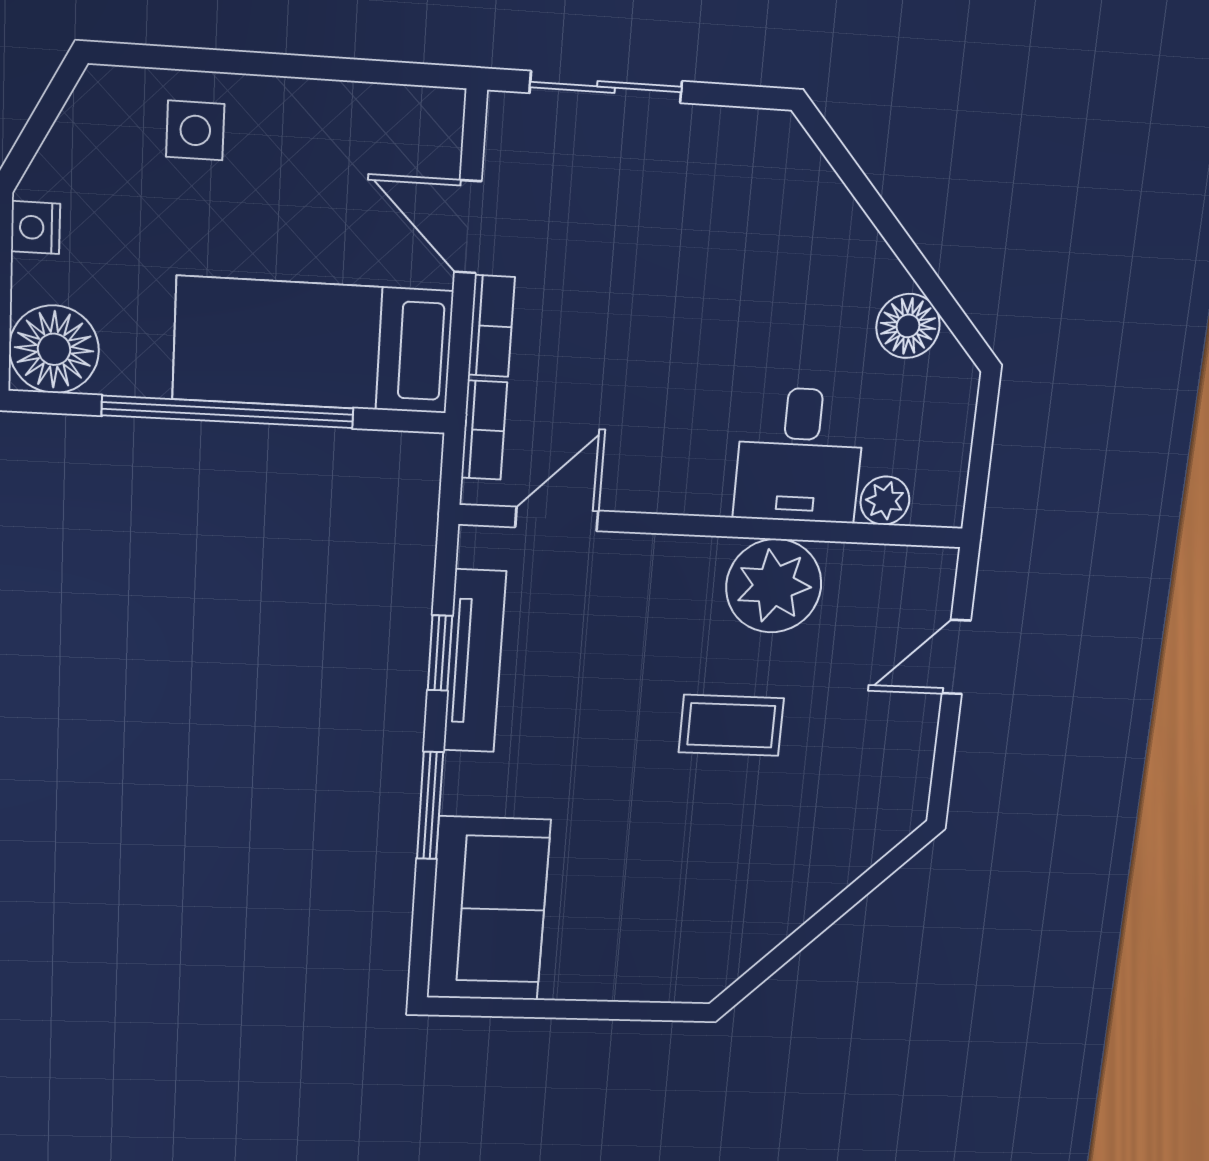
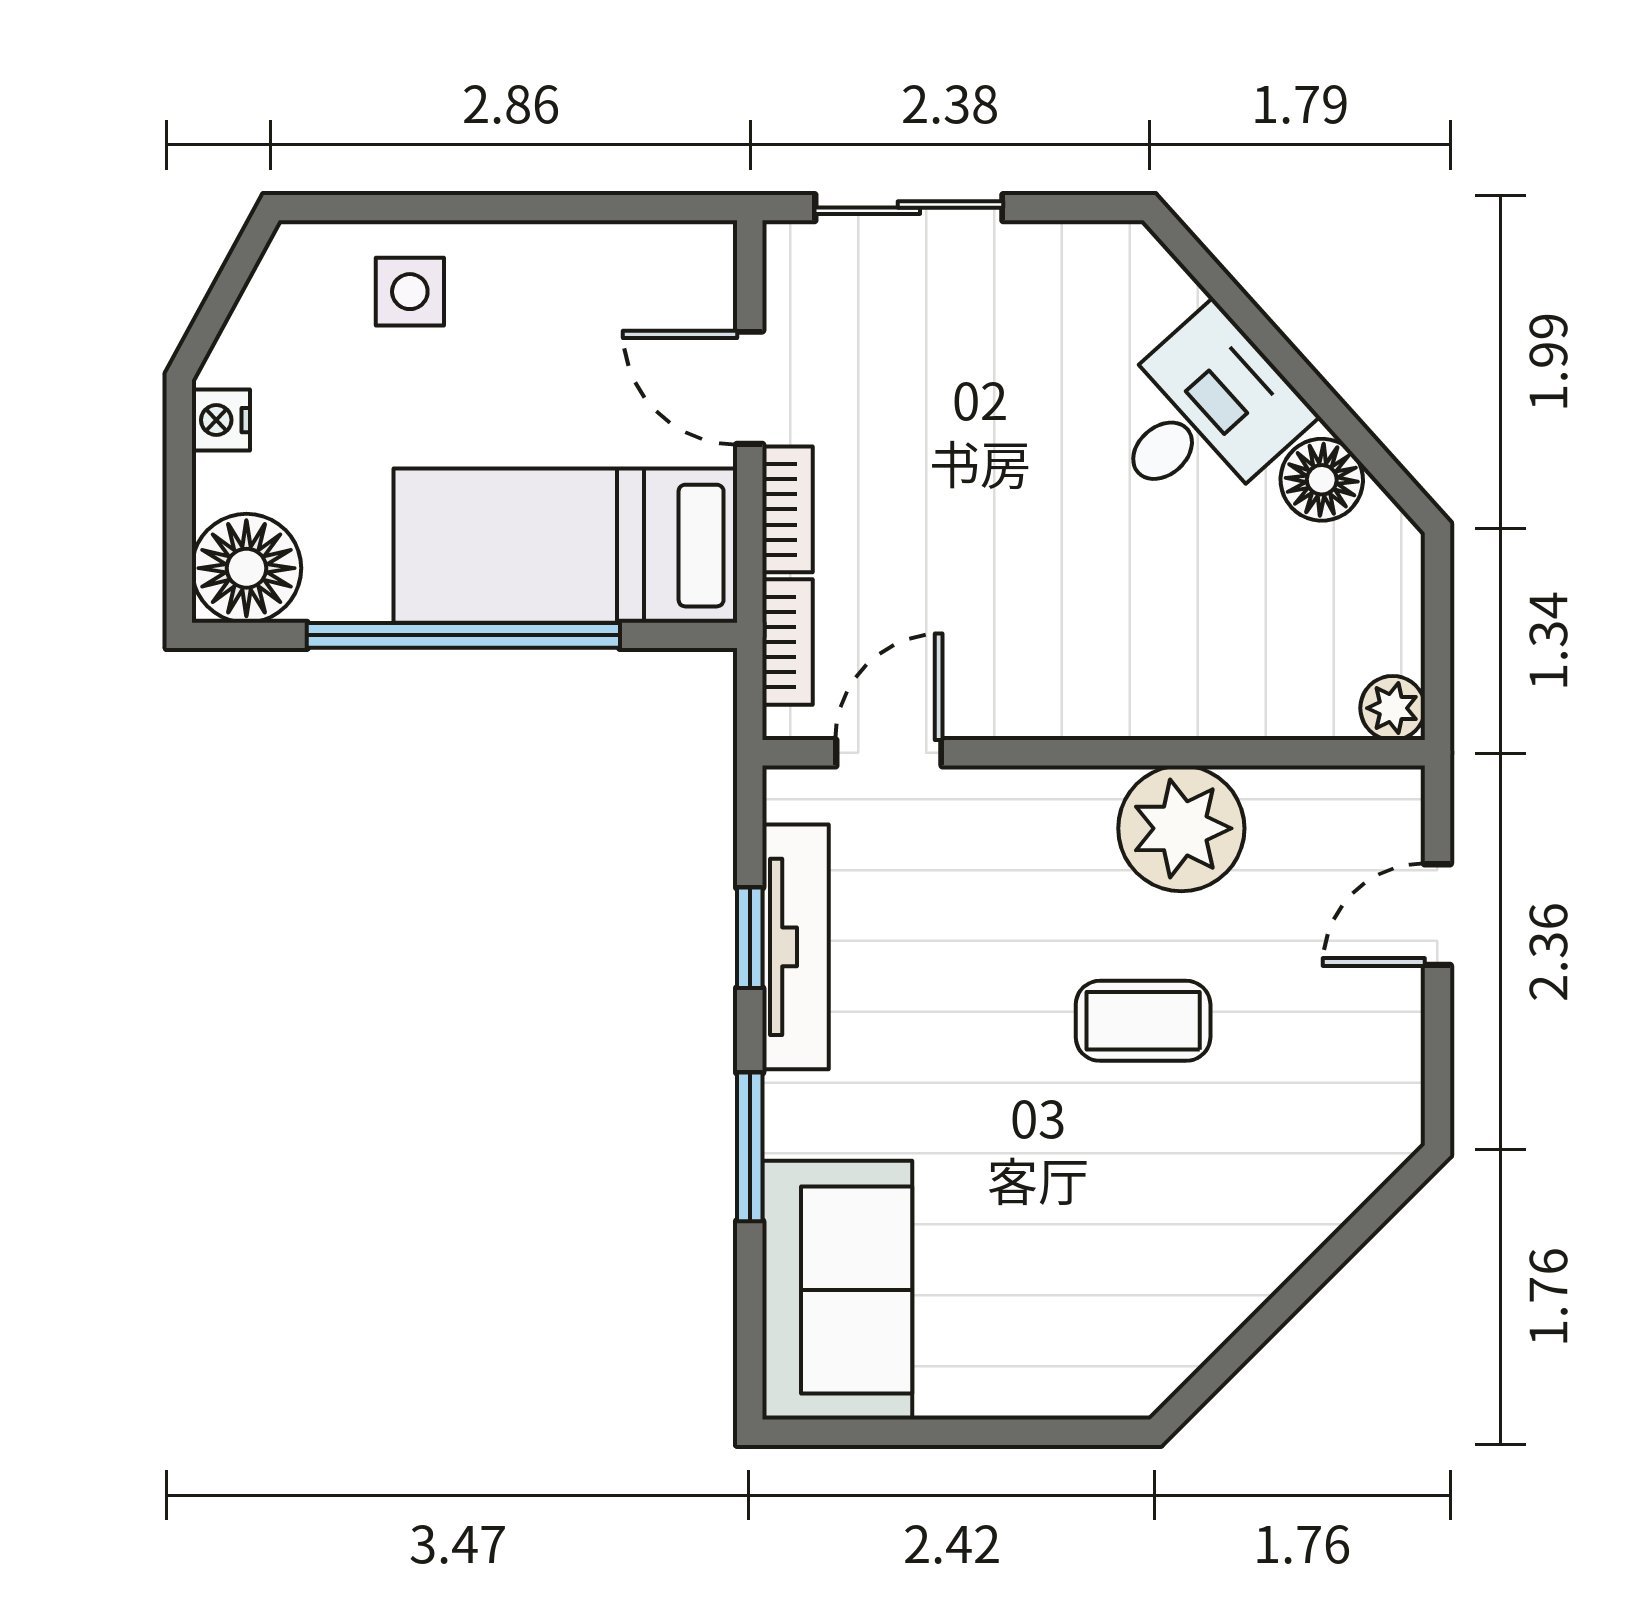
desk: (800, 455) -> (1202, 415), moved, turned -132
plant: (885, 501) -> (1393, 708), moved

